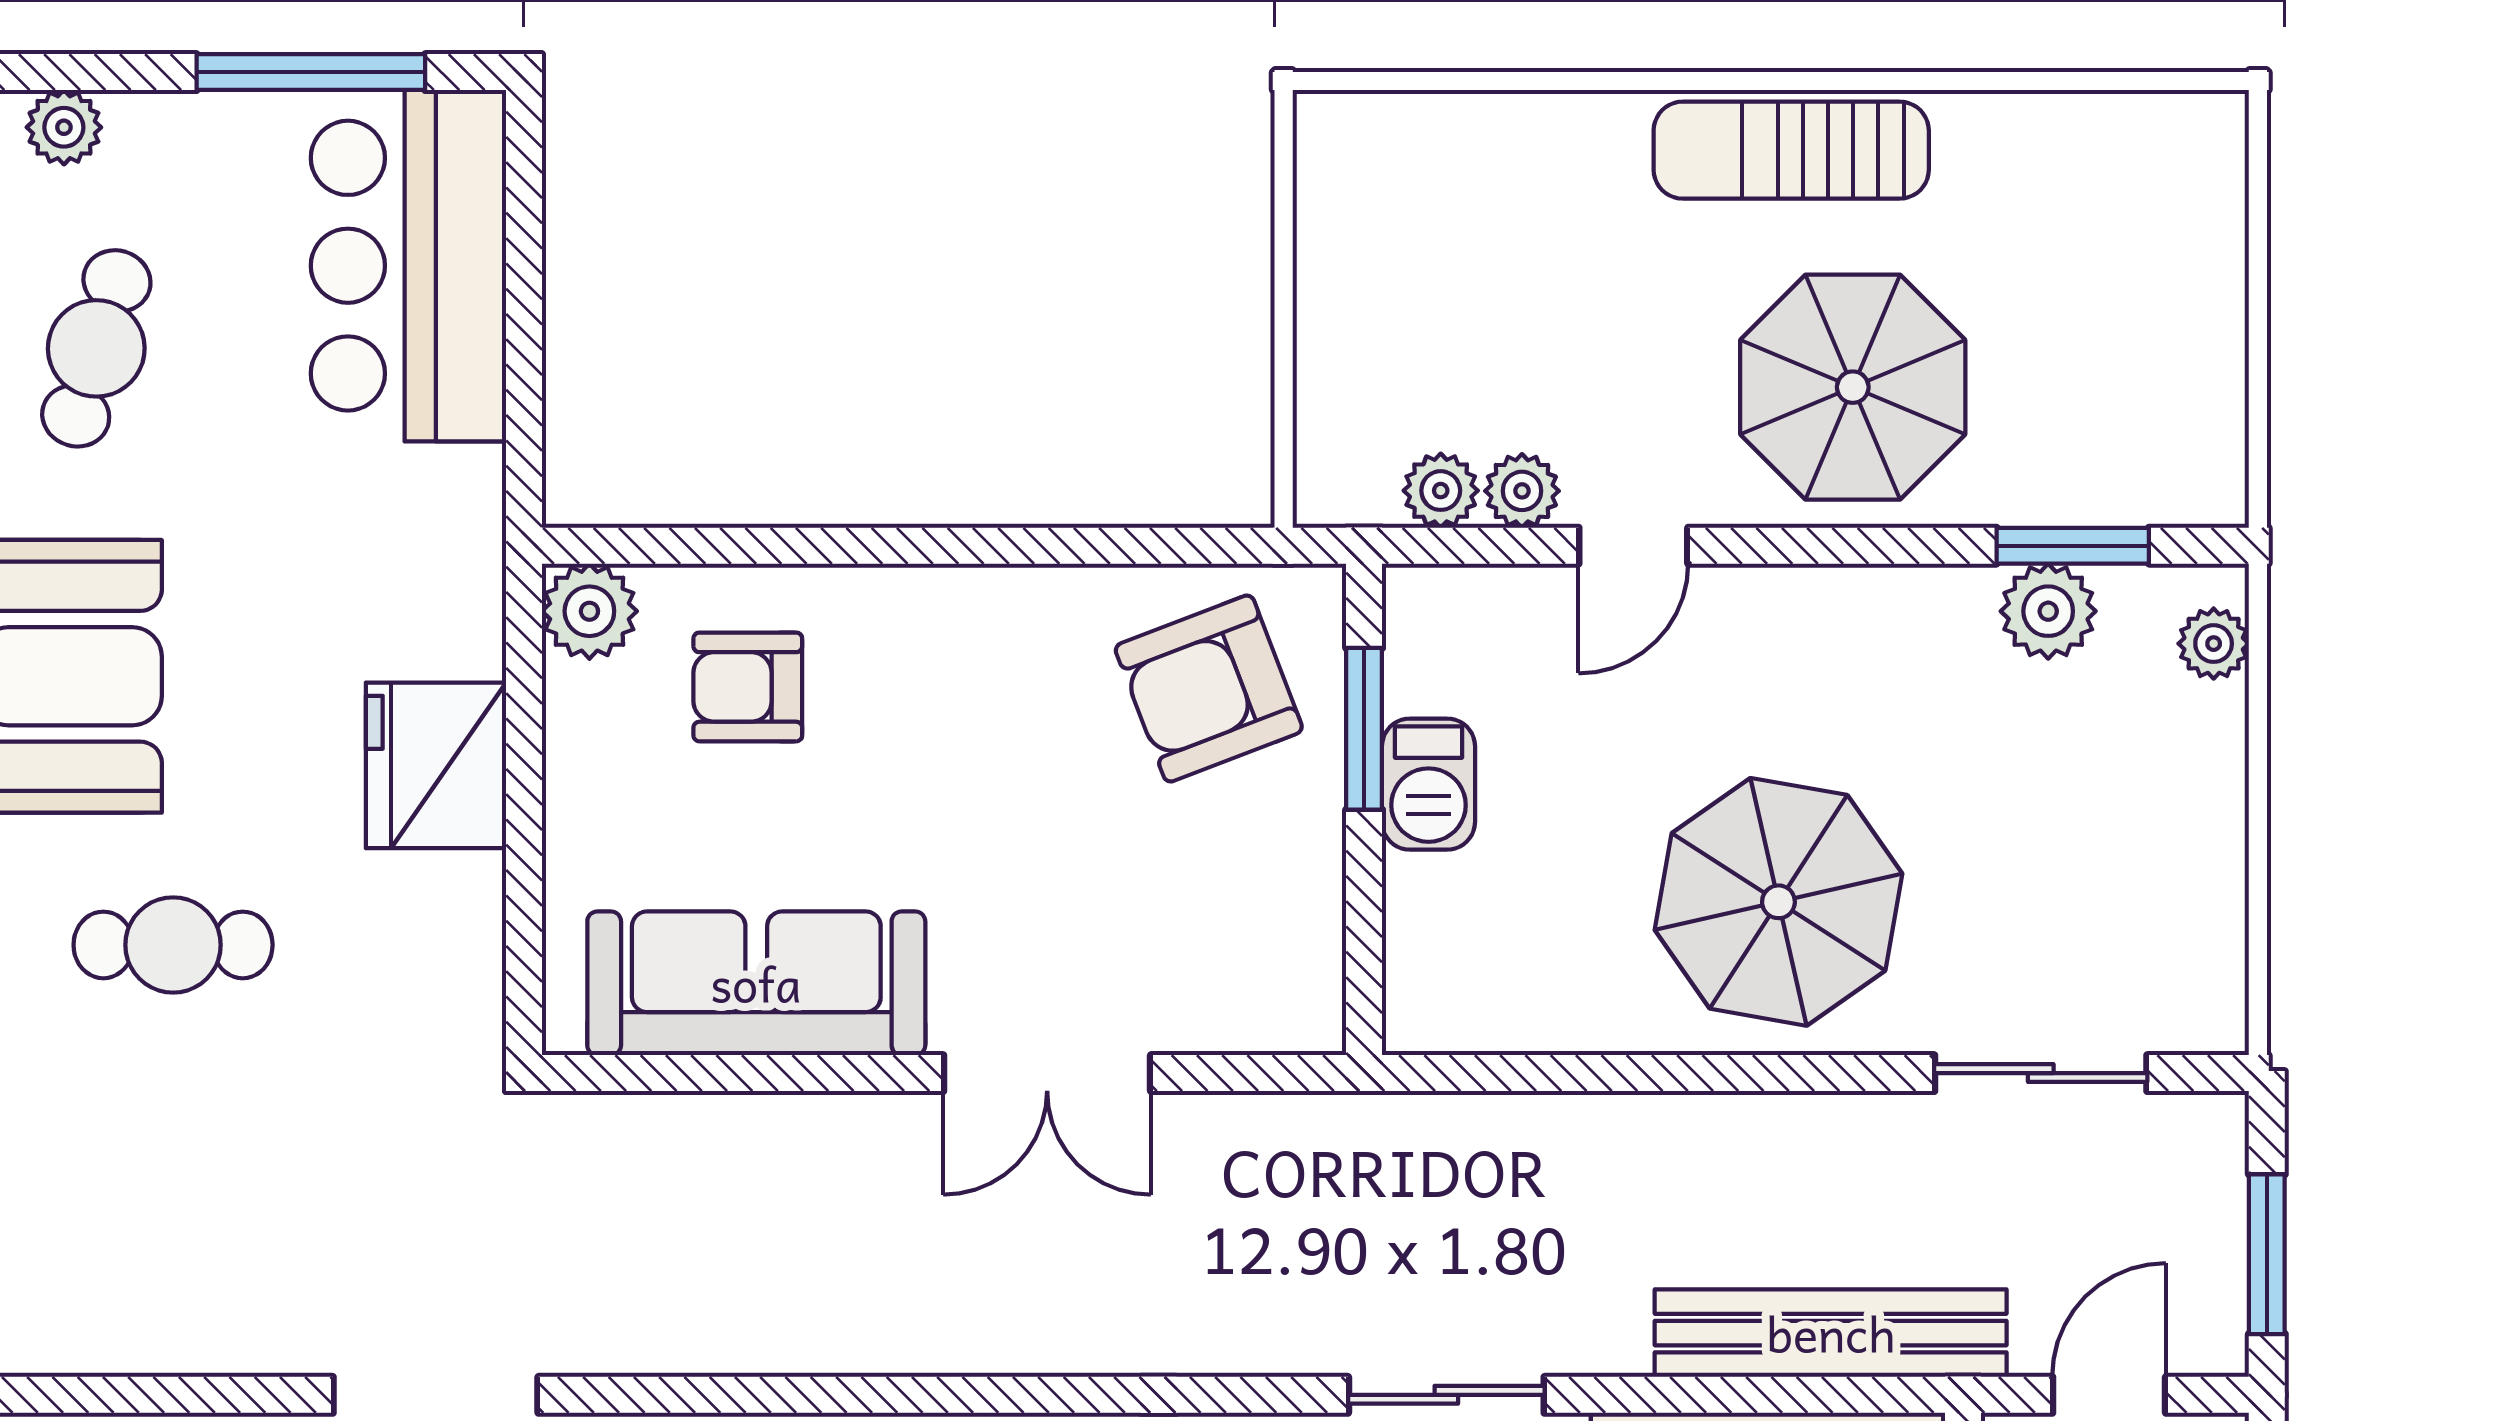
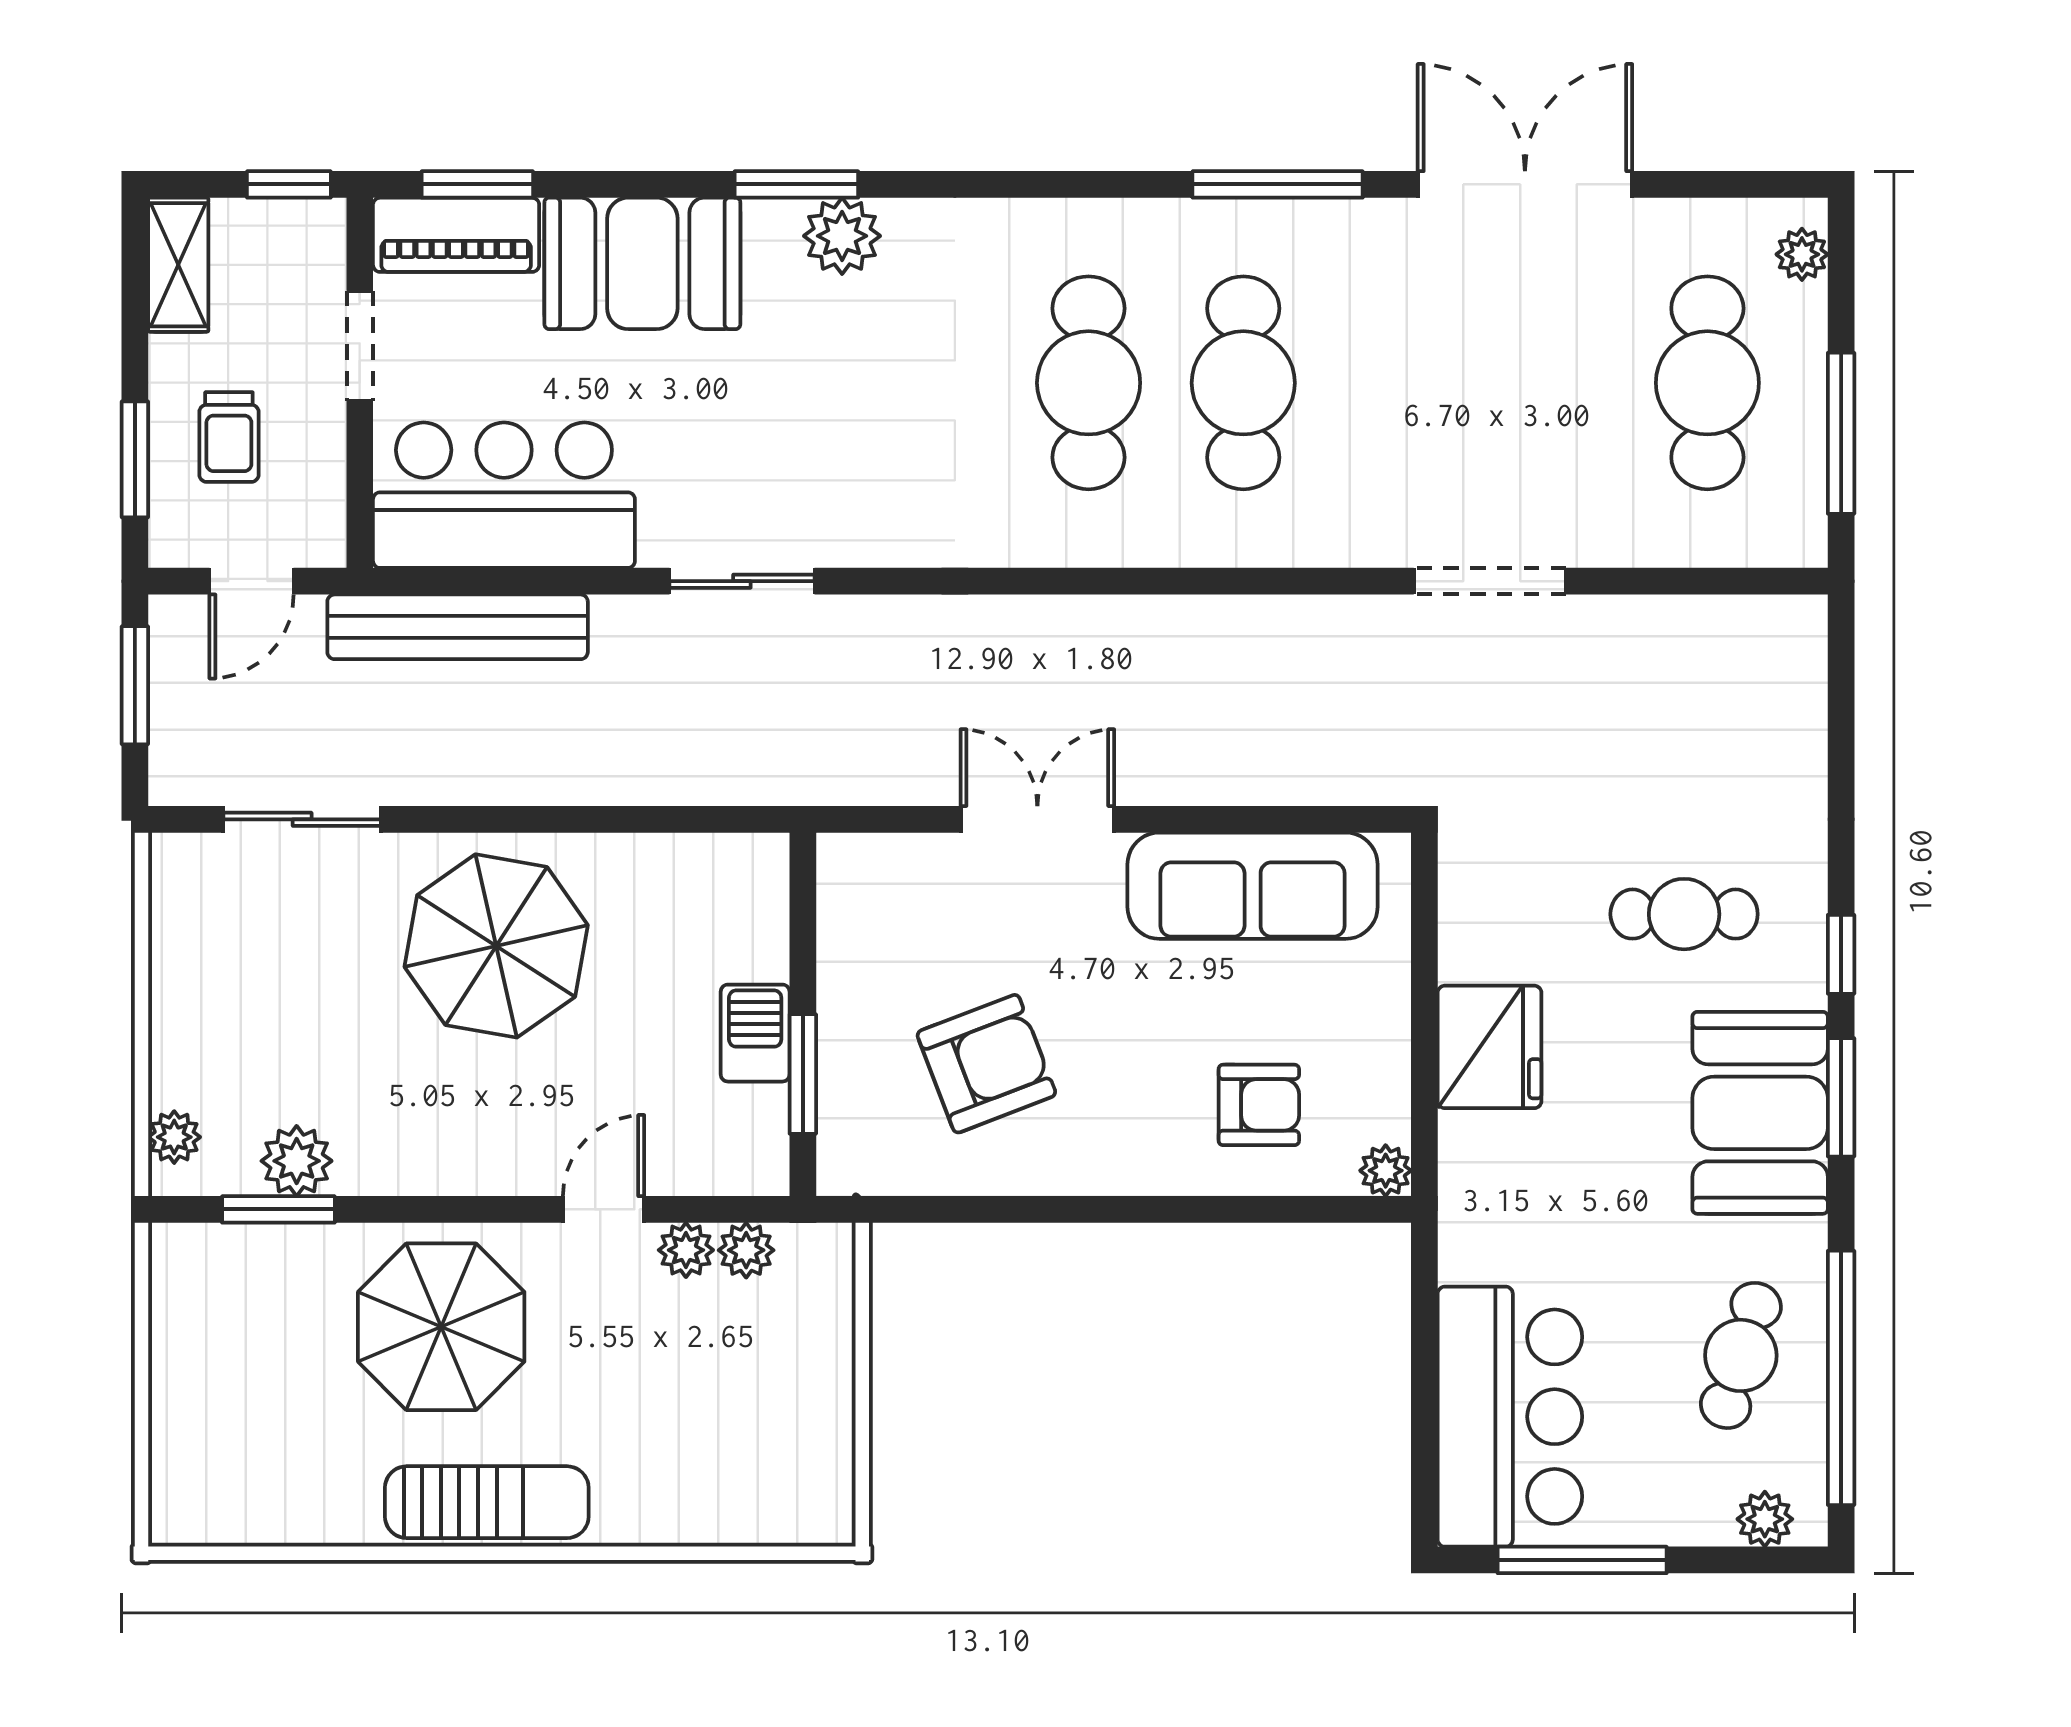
plant: (589, 611) -> (1386, 1171), width x0.73, depth x0.73
armchair: (1209, 689) -> (986, 1064), moved

